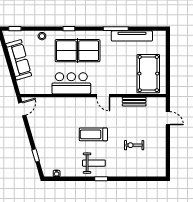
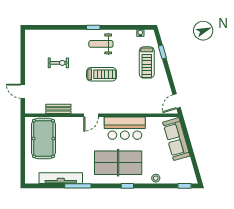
sofa: (19, 60) -> (176, 139), moved
door: (103, 96) -> (91, 115), swing flipped
treadmill: (50, 146) -> (147, 62), added

